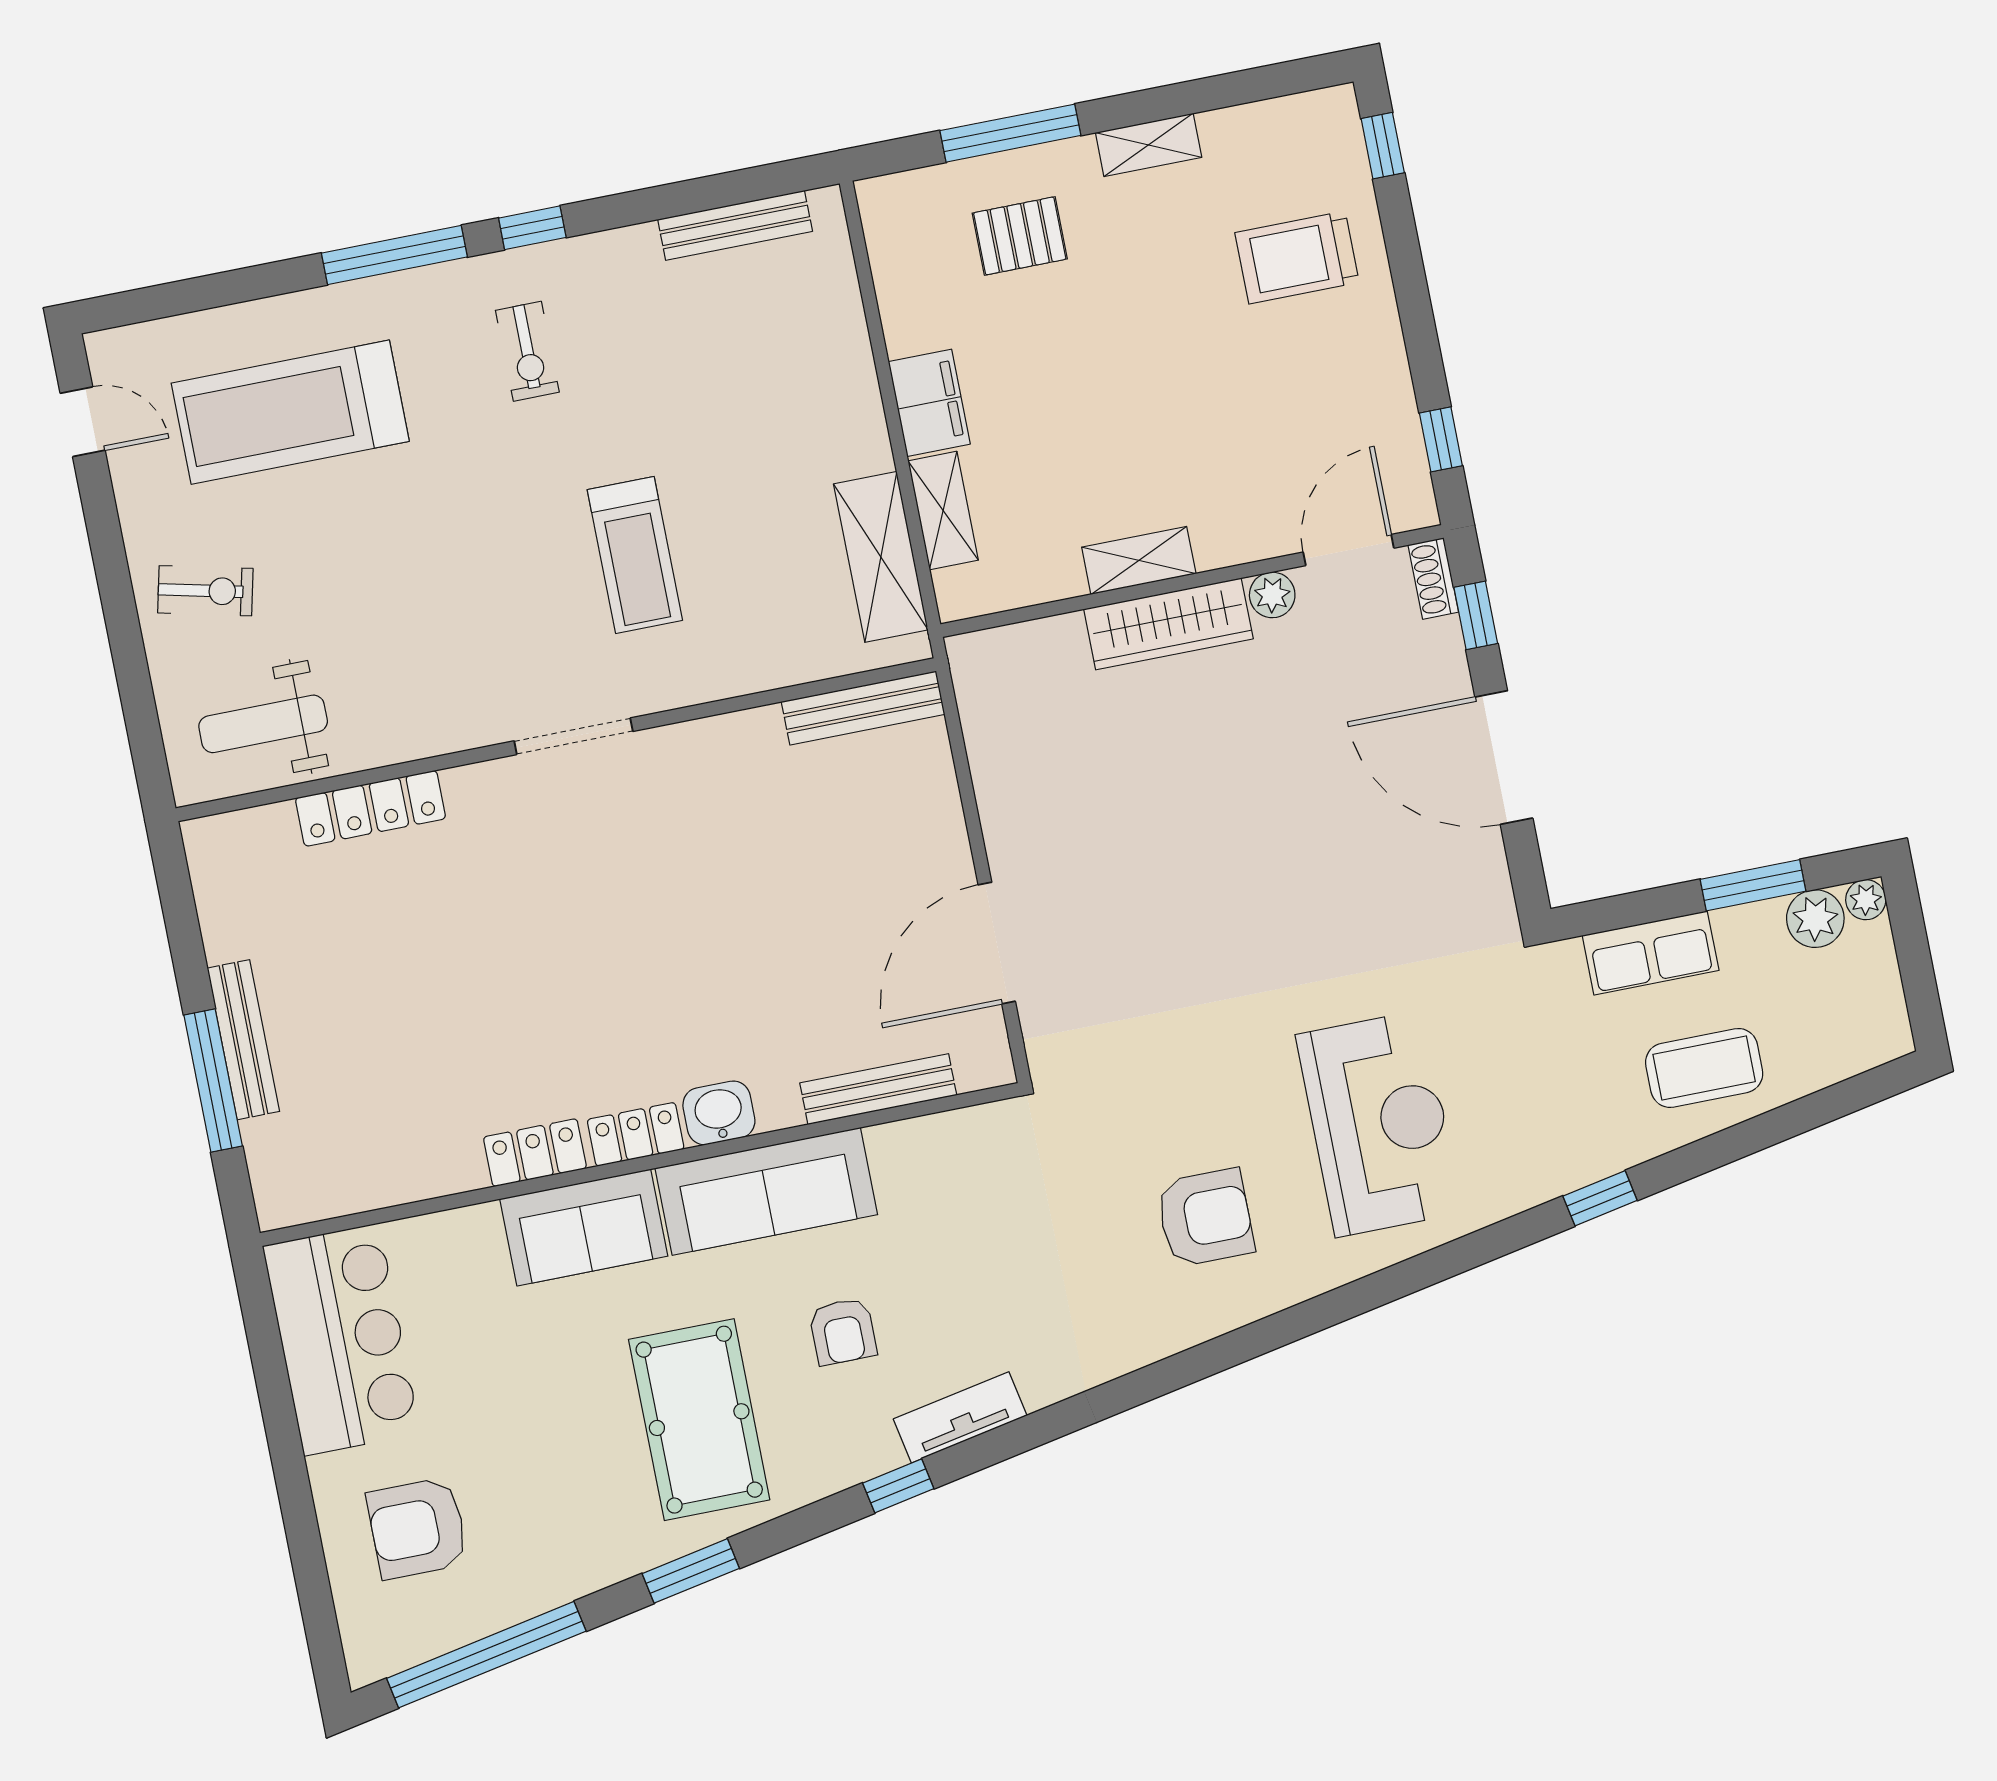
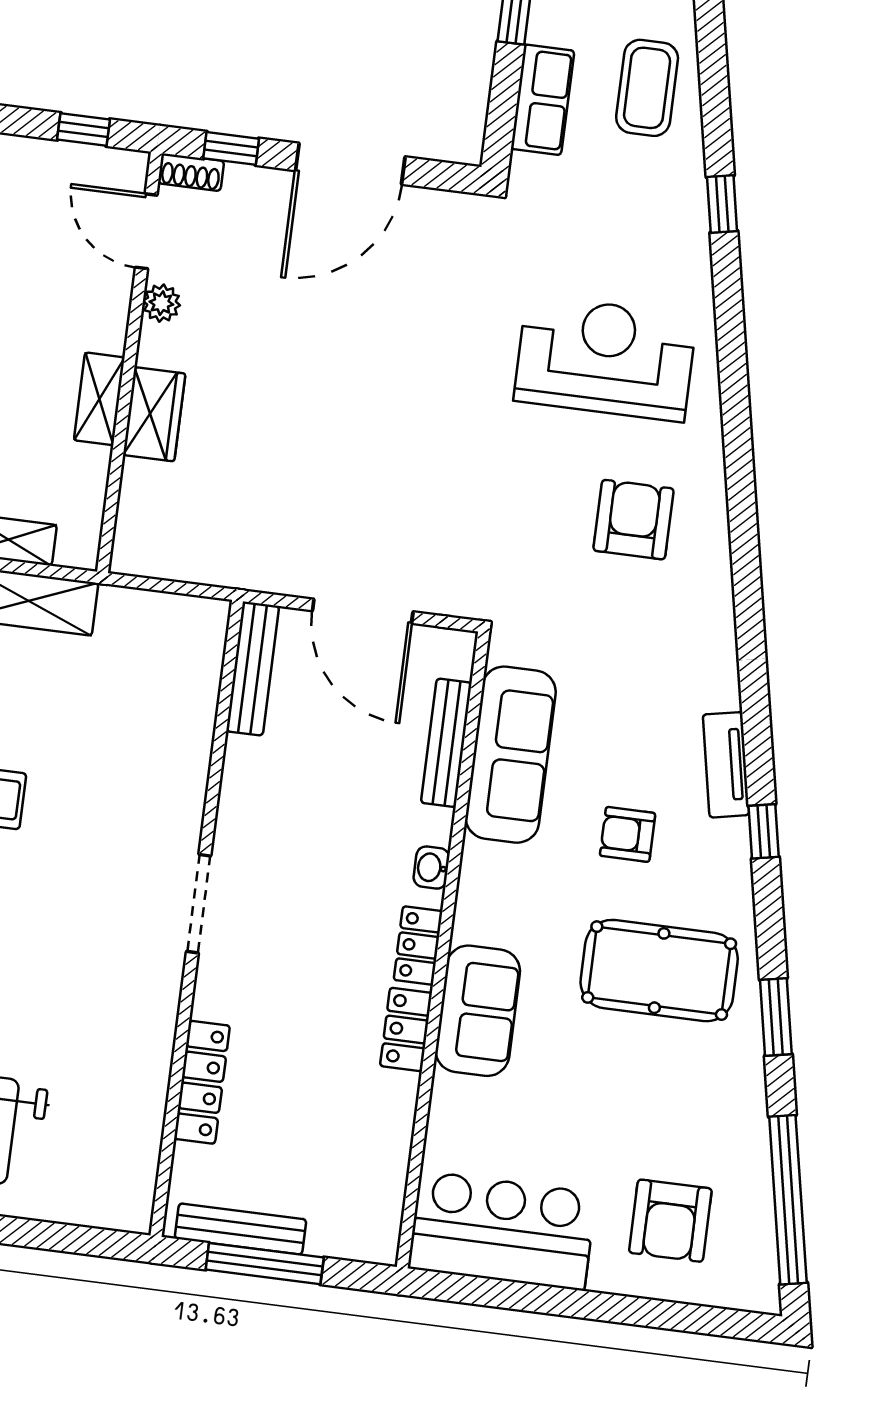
wardrobe: (1168, 624) -> (154, 414), width x0.67
bench: (863, 708) -> (253, 669), moved
doorway: (574, 736) -> (199, 904), moved
wall: (556, 740) -> (197, 918), moved
locker: (370, 808) -> (202, 1082), moved
washbasin: (719, 1113) -> (431, 868), width x0.72, depth x0.69
sofa: (766, 1191) -> (511, 755), moved
armchair: (843, 1331) -> (628, 834), turned 180

